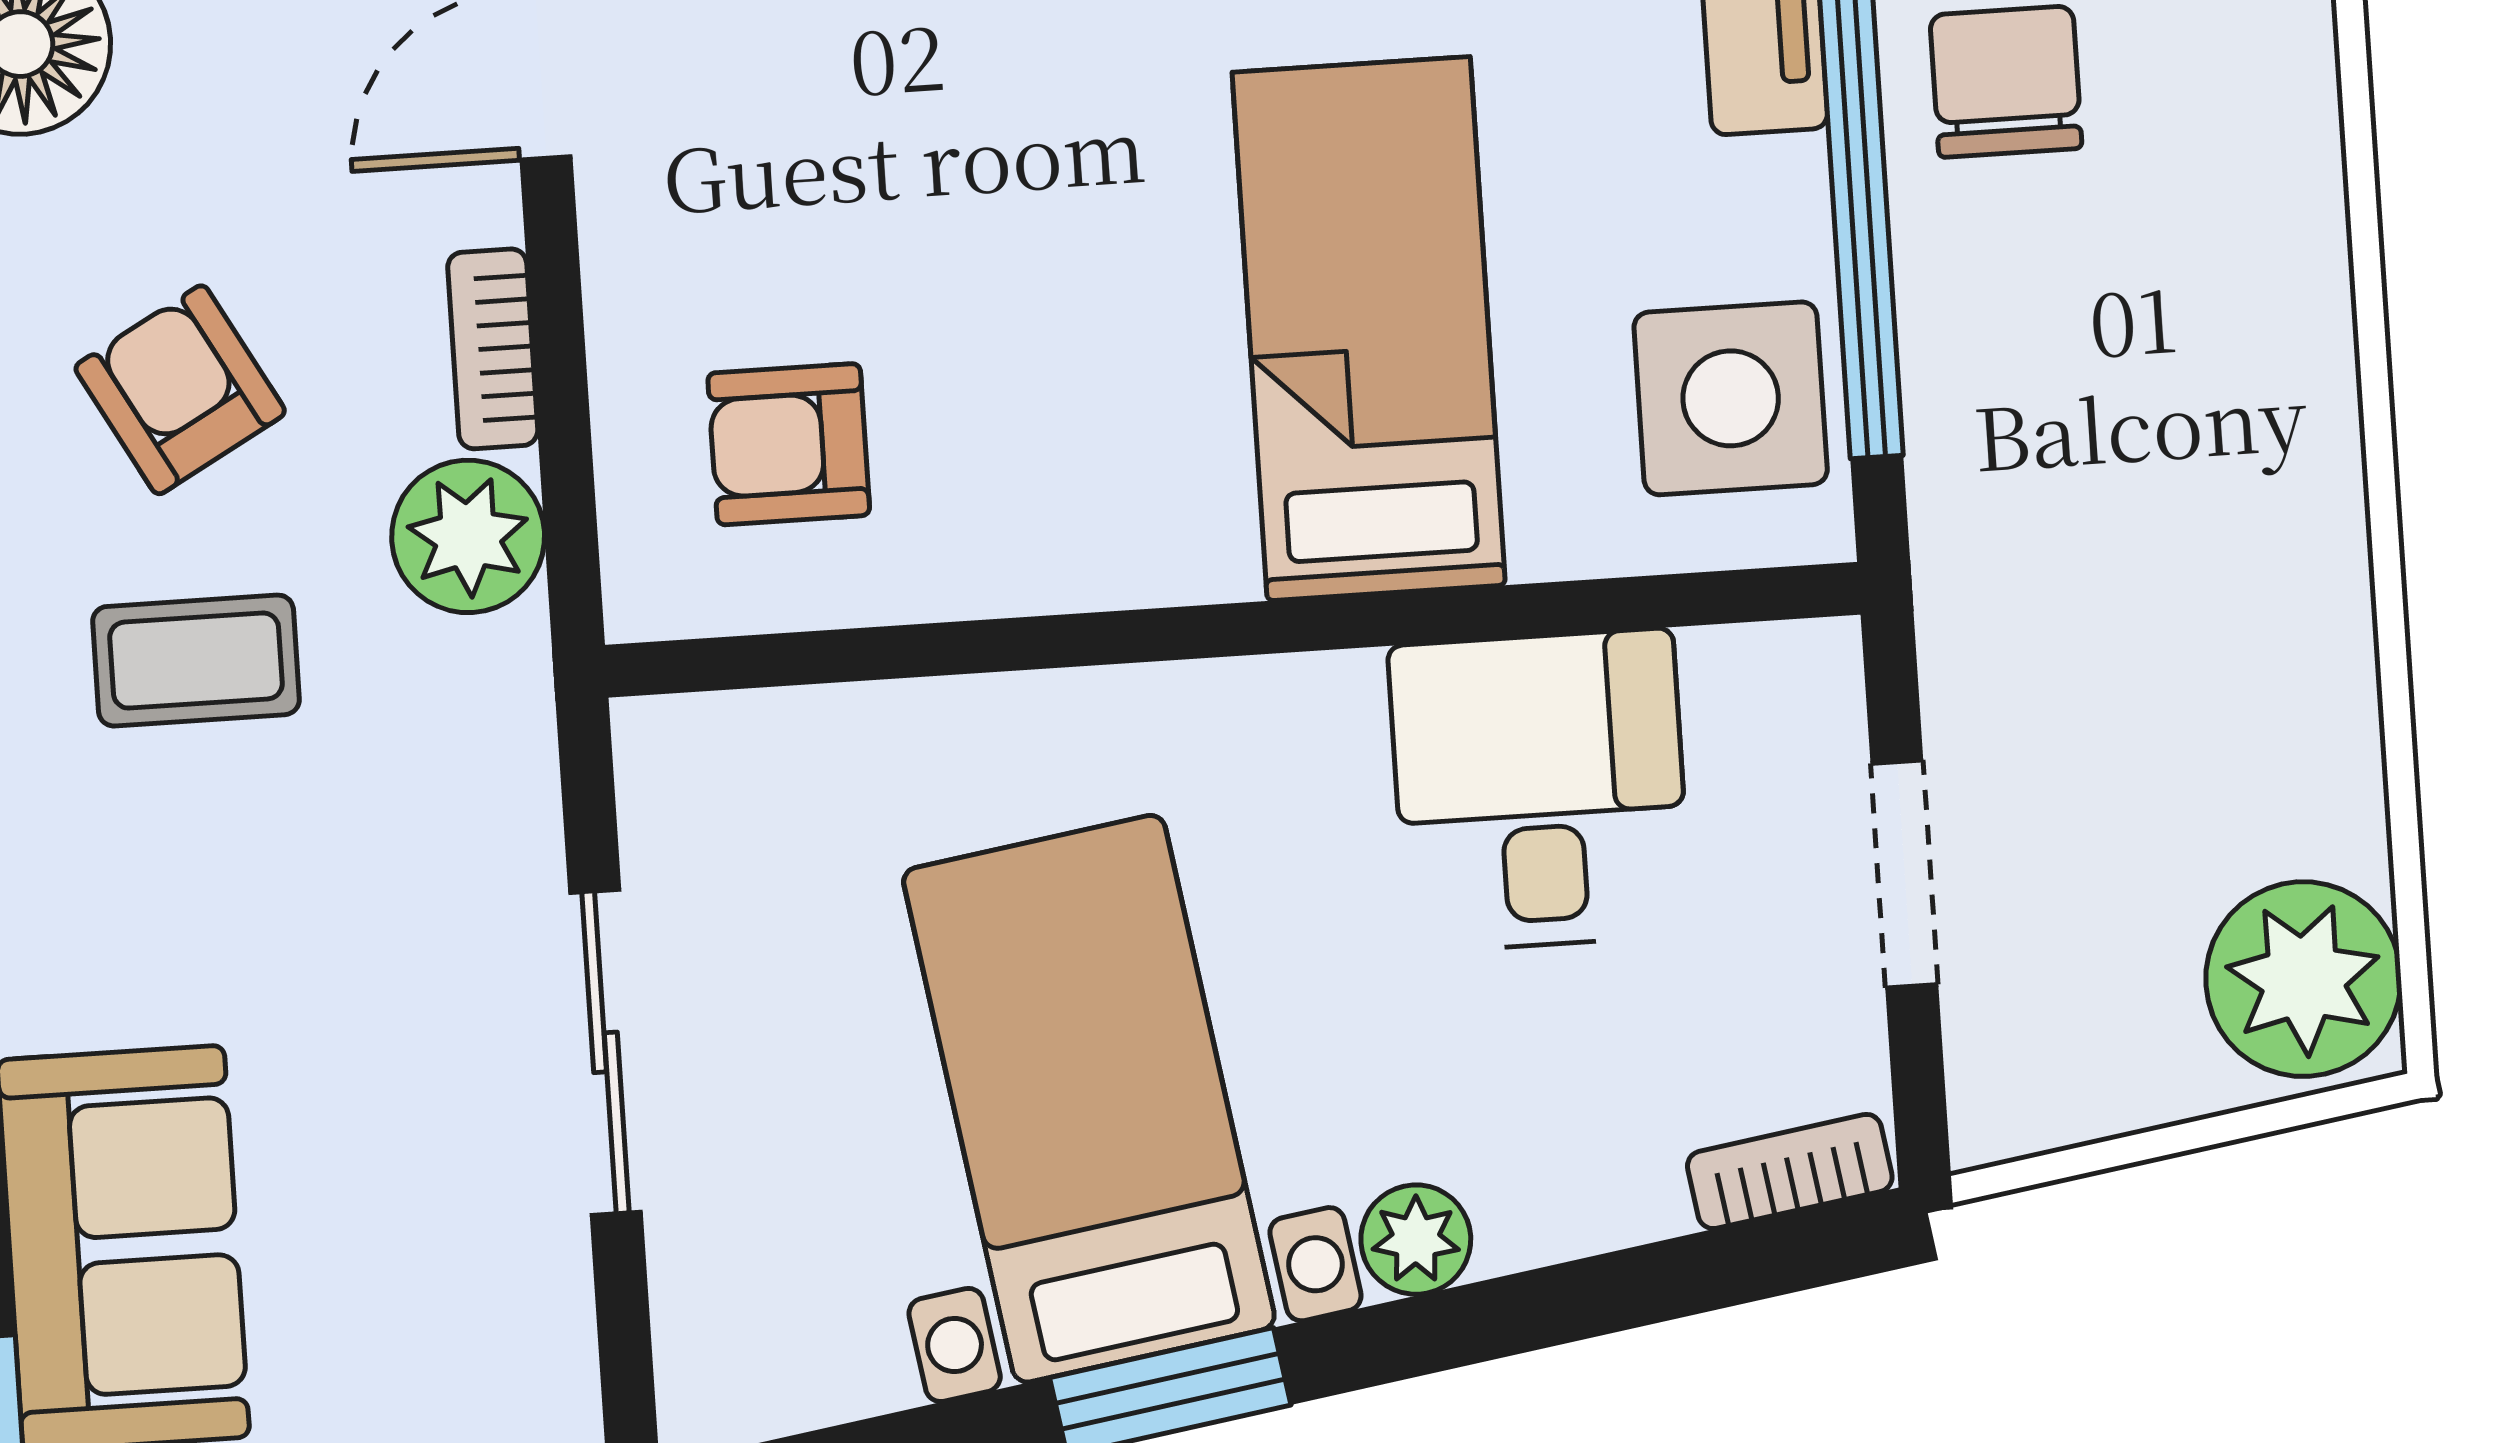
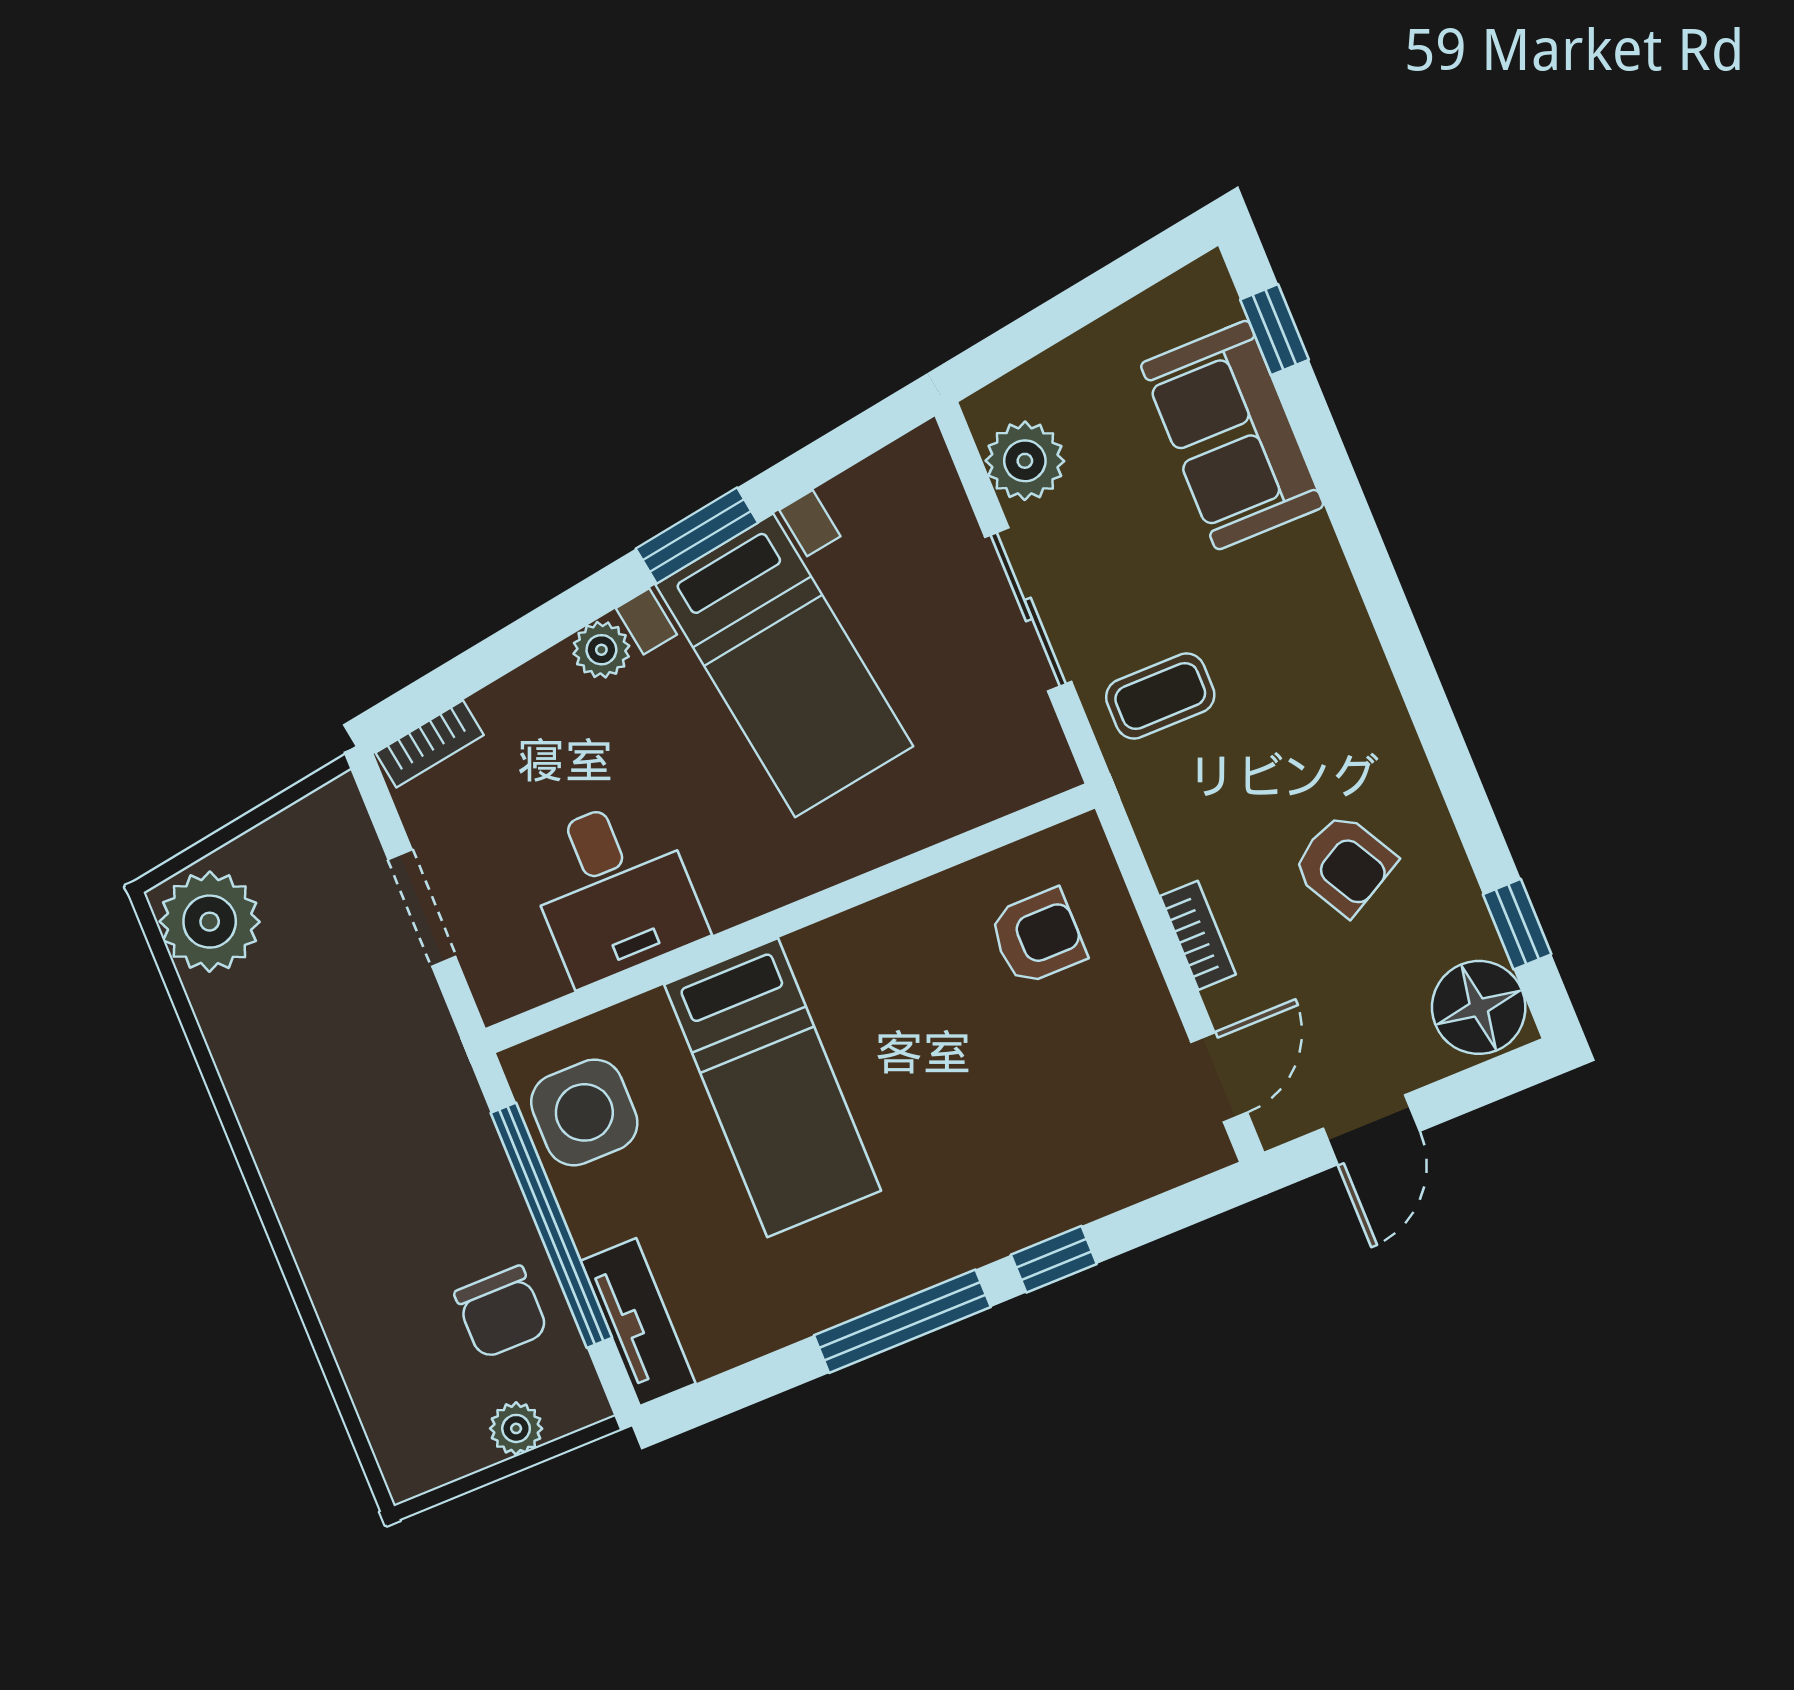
plant: (468, 536) -> (1025, 461), moved
coffee table: (196, 661) -> (1160, 696), moved

